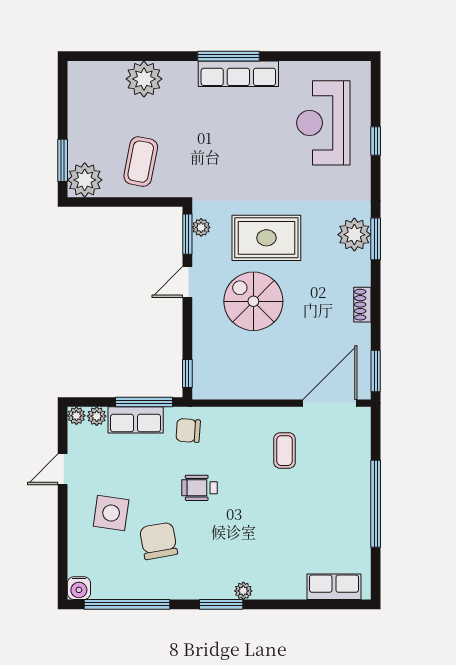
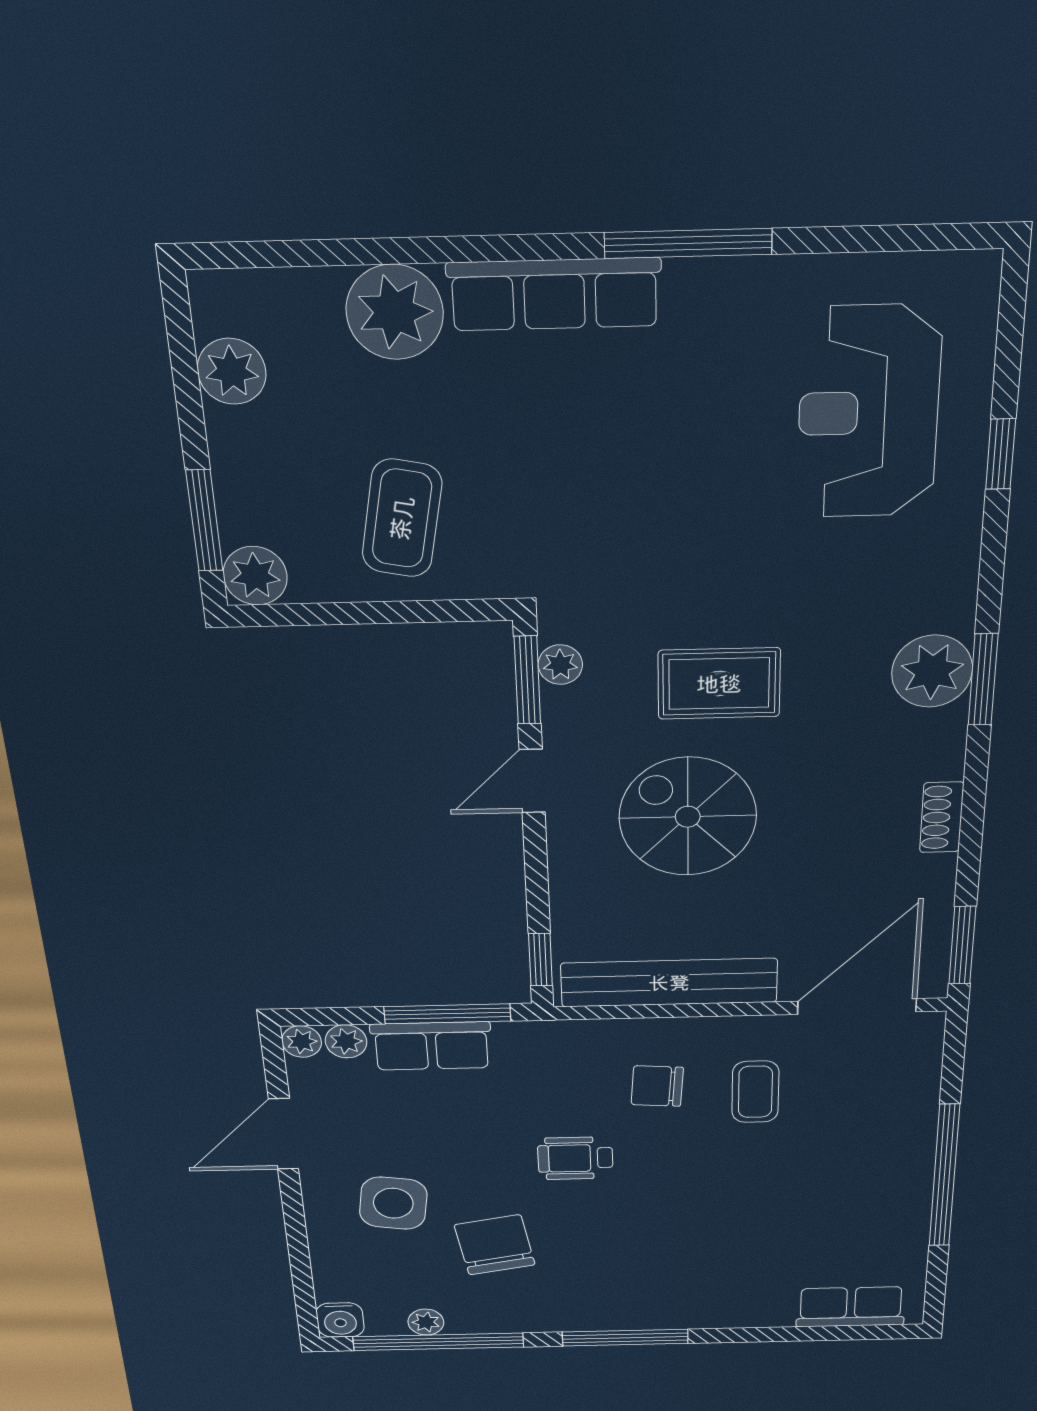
window: (228, 56) -> (688, 243), moved
row of seats: (238, 74) -> (554, 294), moved
plant: (80, 100) -> (232, 371), added
plant: (85, 180) -> (255, 576), width x0.73, depth x0.73
rug: (266, 238) -> (719, 684), width x0.73, depth x0.70
bench: (245, 388) -> (669, 983), added
chair: (188, 430) -> (657, 1086), moved
door: (63, 469) -> (284, 1134), width x1.38
plant: (243, 591) -> (426, 1322), moved
window: (221, 604) -> (625, 1338), width x1.44

